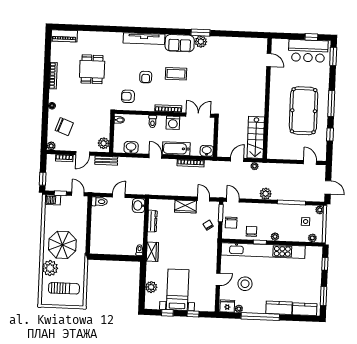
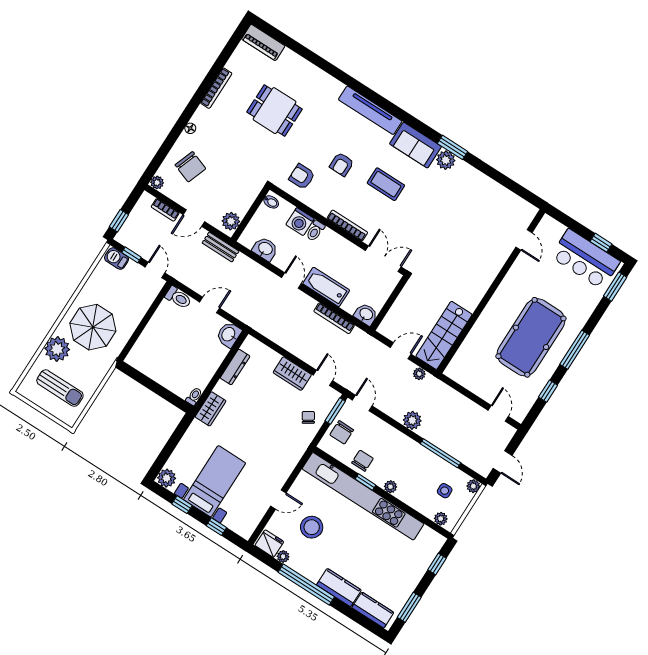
dining table: (92, 69) -> (275, 111), turned 90
washing machine: (173, 123) -> (300, 222), moved
plant: (151, 287) -> (167, 478), moved

